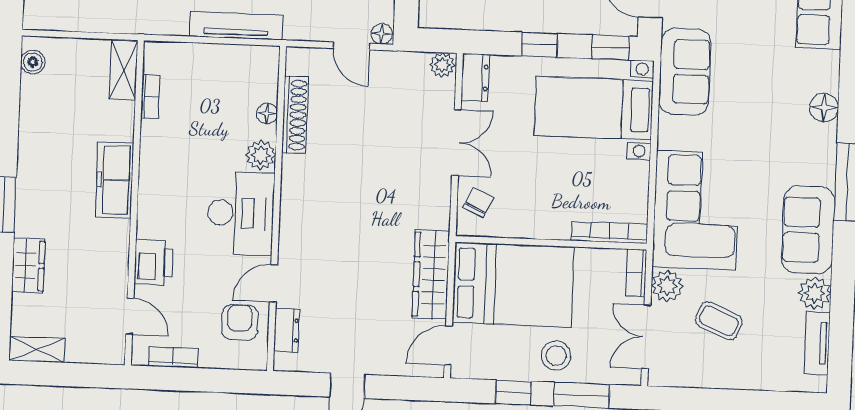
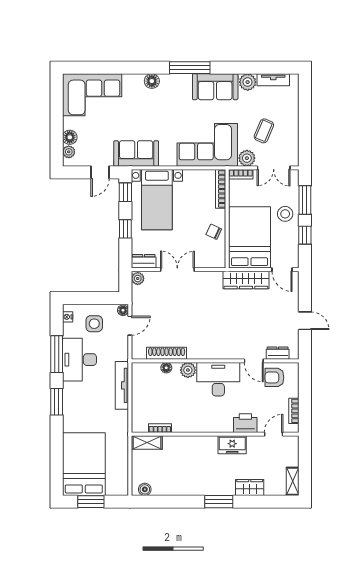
freezer: (115, 180) -> (232, 445), moved, width x0.71
chair: (478, 202) -> (214, 232), moved

